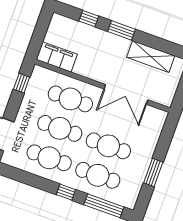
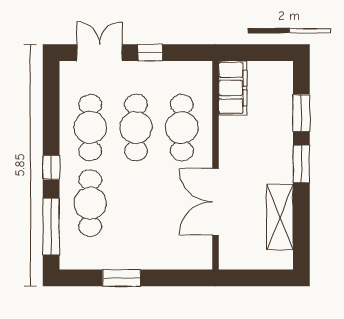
window: (89, 19) -> (301, 113), width x1.50
window: (22, 83) -> (150, 53), moved
cafe table: (108, 146) -> (136, 203), removed

